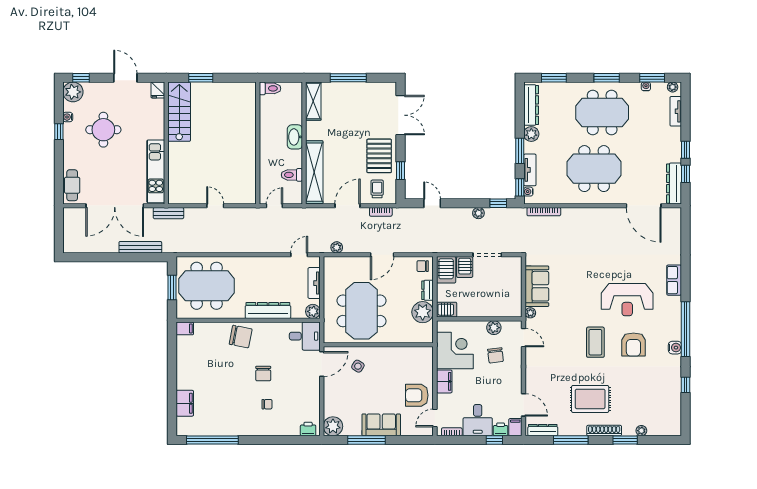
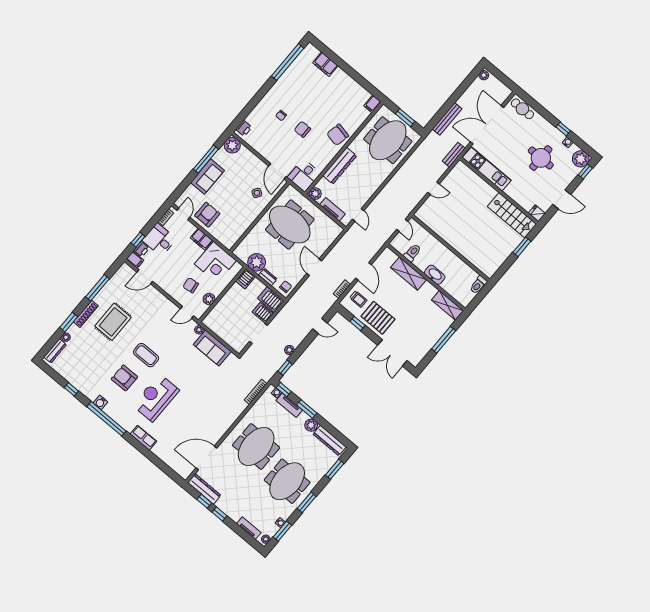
shelving: (314, 172) -> (409, 274), width x0.68
plant: (337, 247) -> (484, 75), moved
dresser: (543, 430) -> (55, 351), moved

